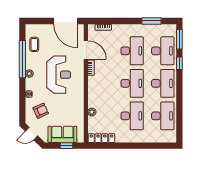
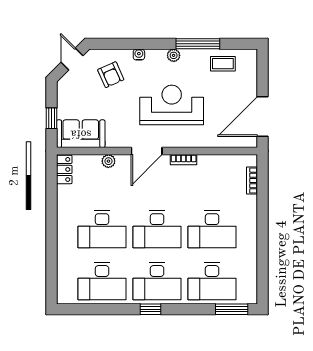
window: (152, 21) -> (262, 262), removed
door: (86, 50) -> (147, 151), moved
window: (22, 59) -> (198, 44), width x0.68
window: (179, 63) -> (150, 309), moved
reception desk: (59, 75) -> (172, 105), turned 180
sofa: (62, 134) -> (81, 134), moved, turned -90
locker: (101, 138) -> (64, 169), width x0.66

